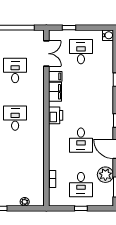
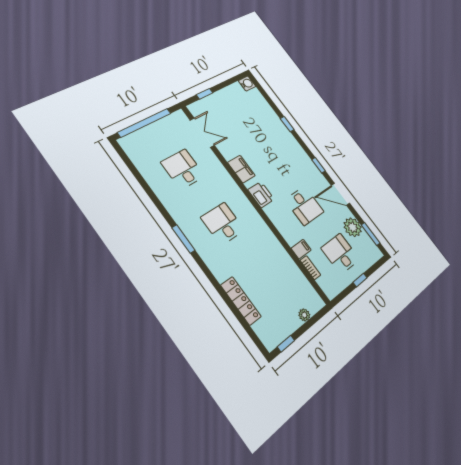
desk: (81, 52) -> (235, 113), removed
filing cabinet: (55, 76) -> (301, 249), moved
desk: (81, 185) -> (340, 254), turned 180

